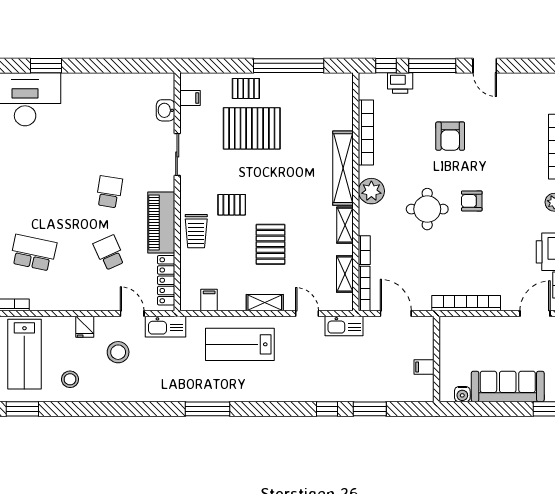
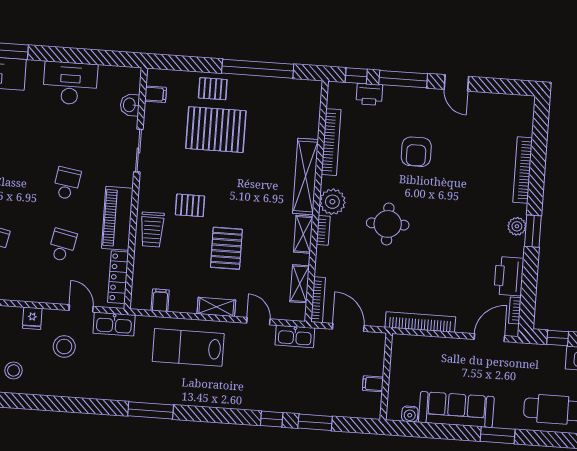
desk: (105, 93) -> (70, 83), added
armchair: (472, 201) -> (433, 219), removed
bookcase: (364, 250) -> (323, 230), moved
school desk: (109, 253) -> (62, 245), turned 36

